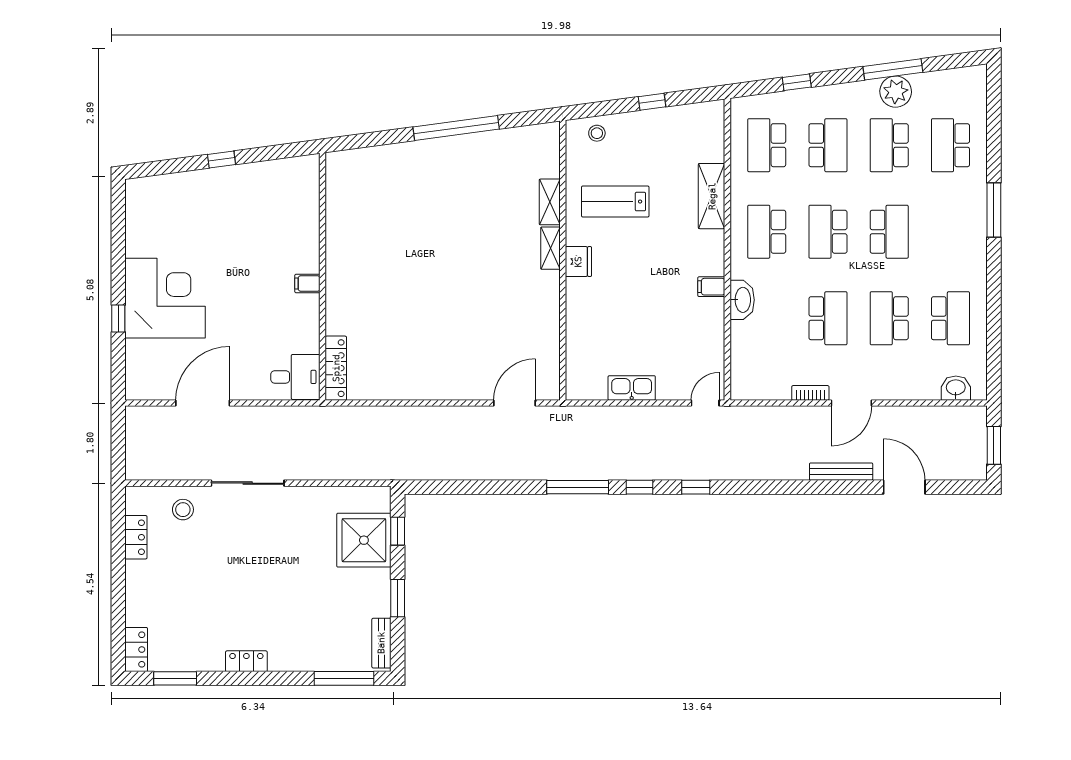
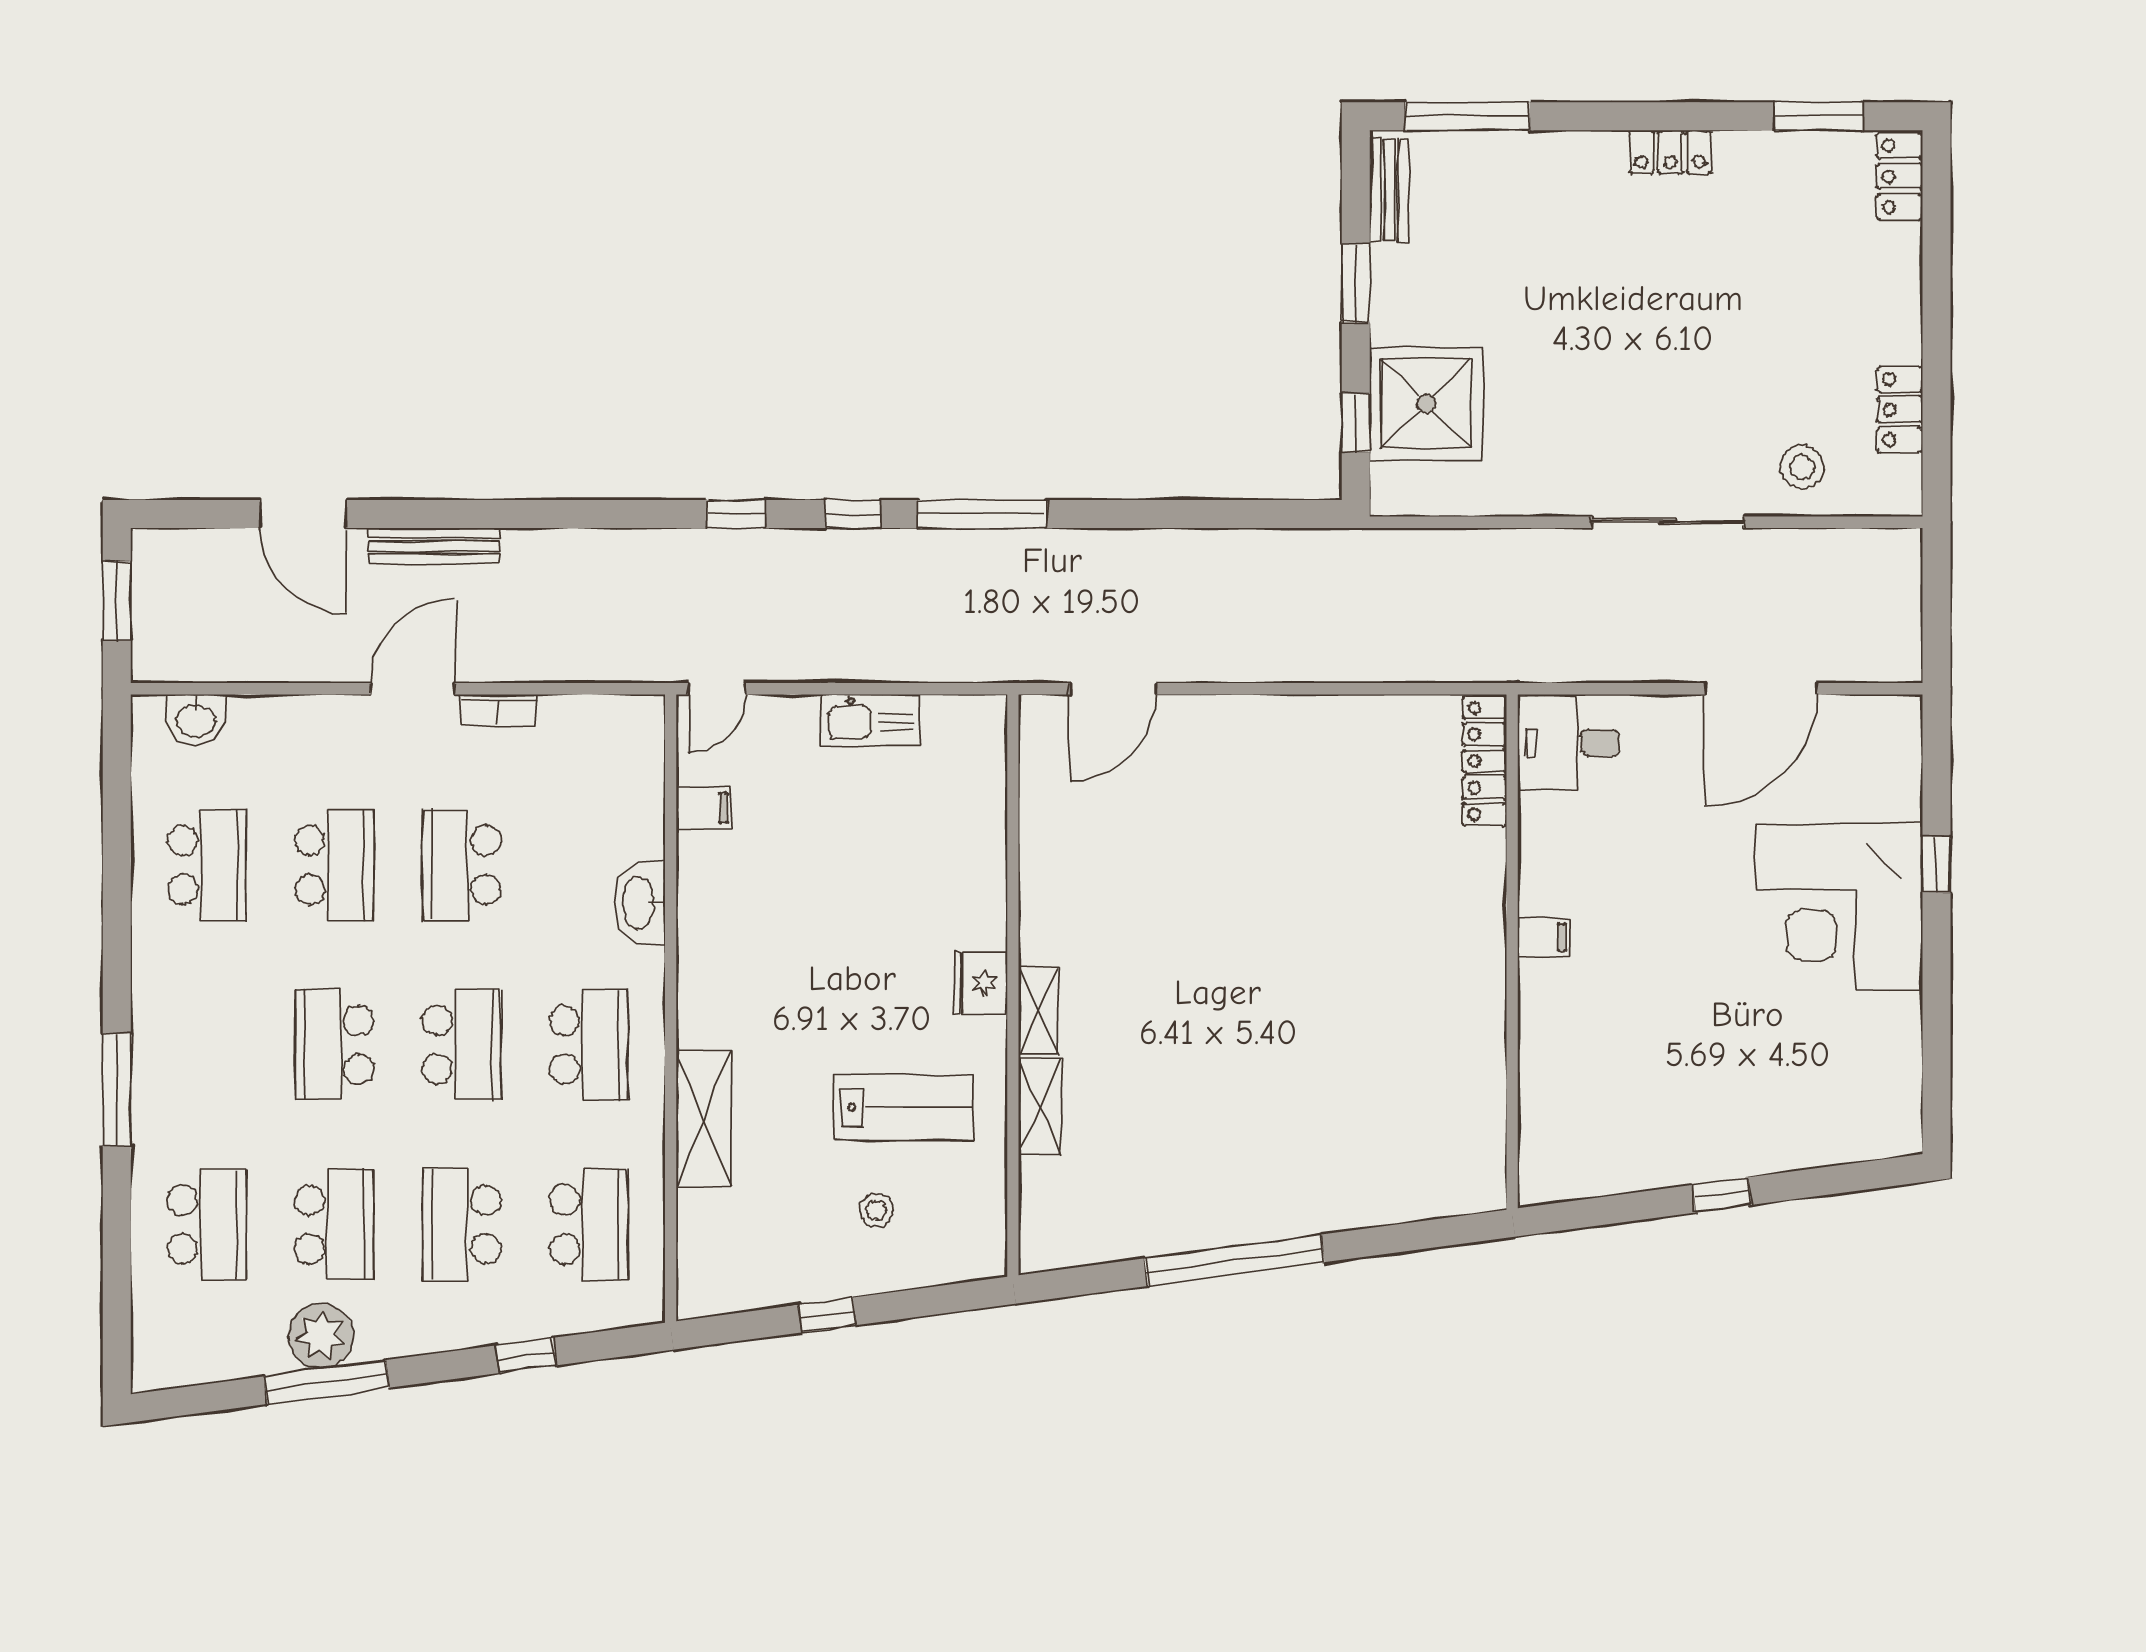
stool: (597, 133) -> (877, 1210), moved
filing cabinet: (711, 287) -> (704, 808), moved
school desk: (950, 318) -> (207, 865), turned 180

